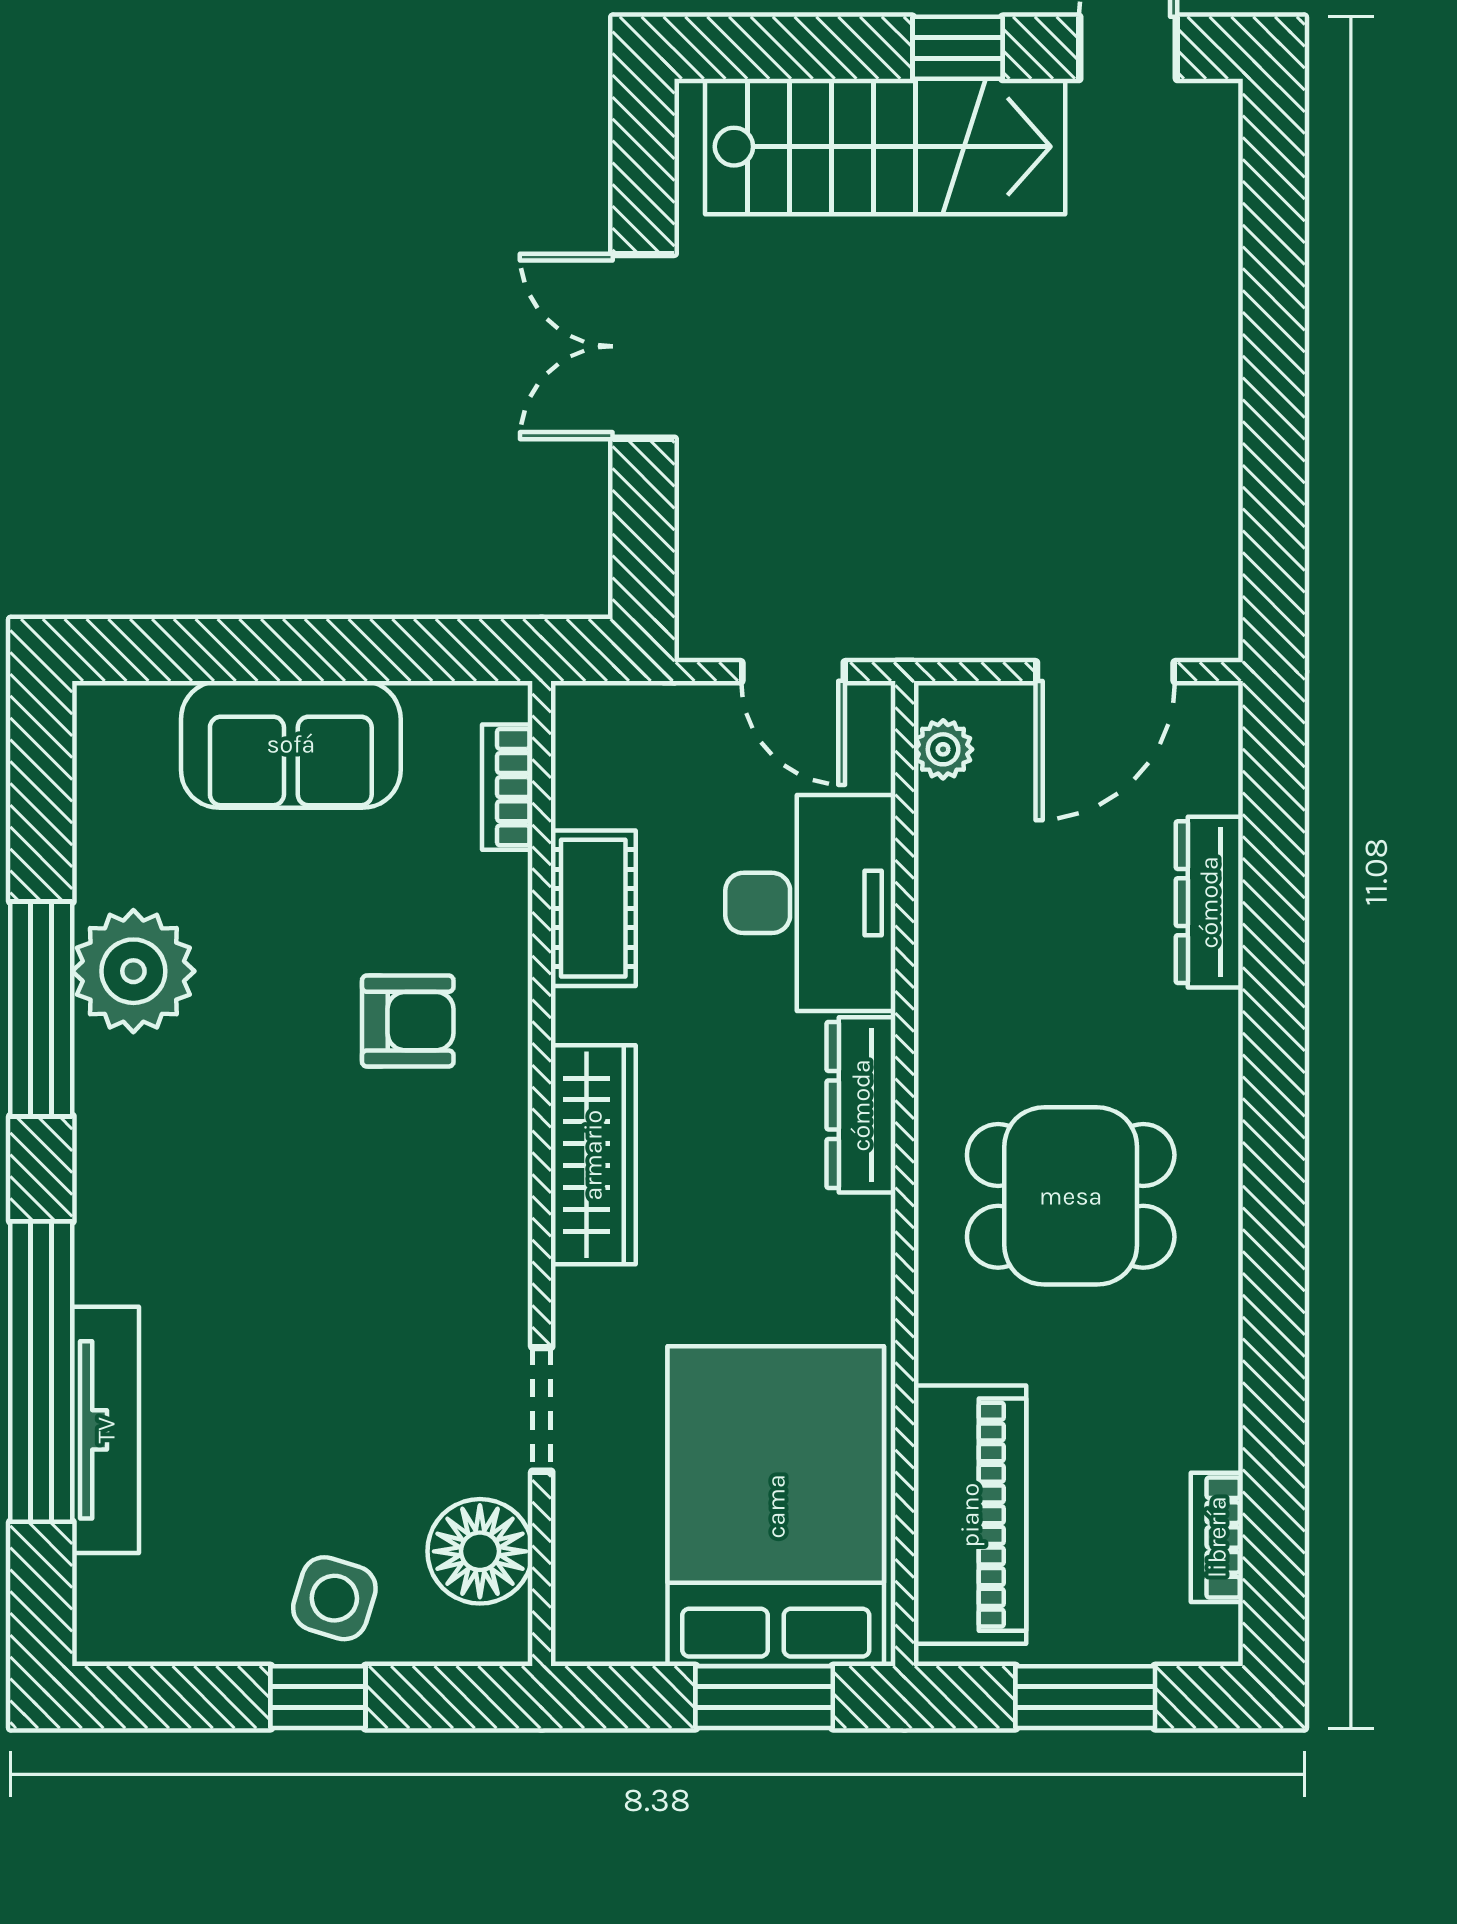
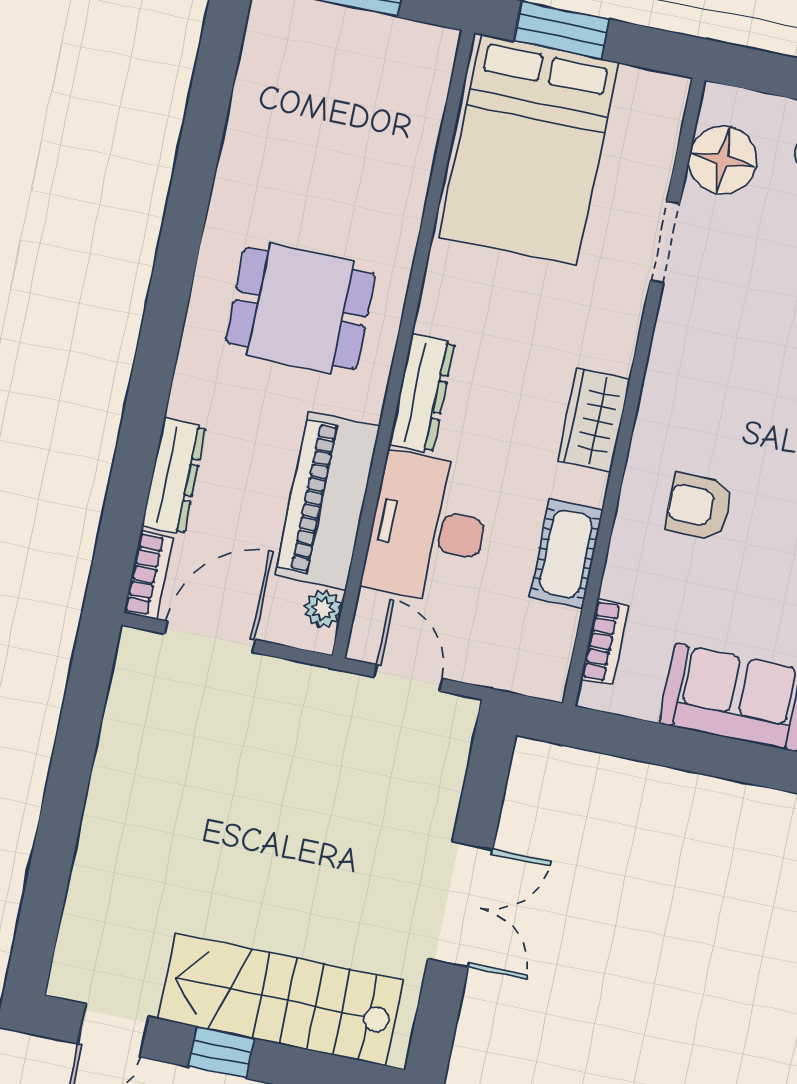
wardrobe: (593, 1155) -> (594, 420), width x0.67
piano: (970, 1515) -> (327, 501), moved
bookcase: (1217, 1537) -> (148, 575), moved

